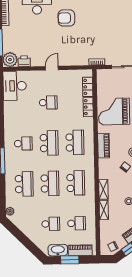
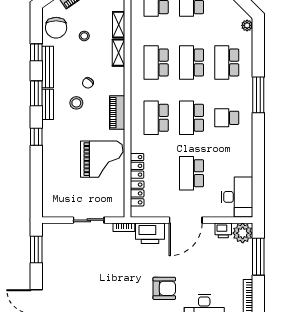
printer: (78, 58) -> (150, 233), added
door: (52, 68) -> (186, 220), width x1.87
school desk: (48, 103) -> (191, 173), width x1.85

